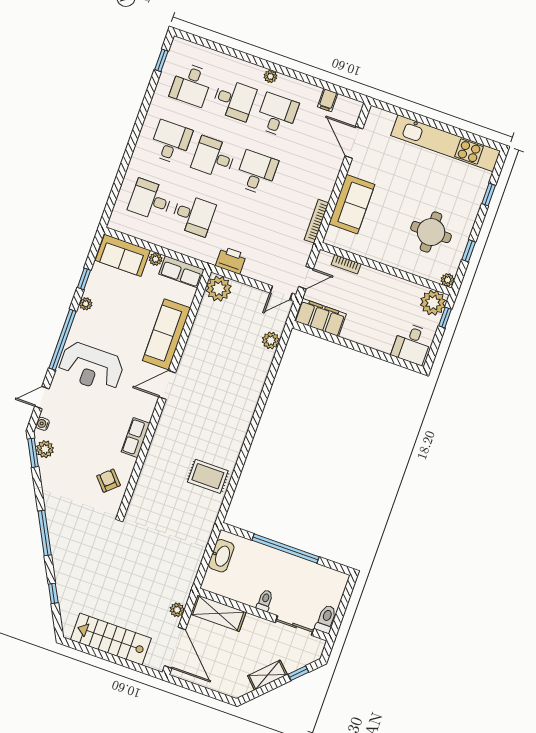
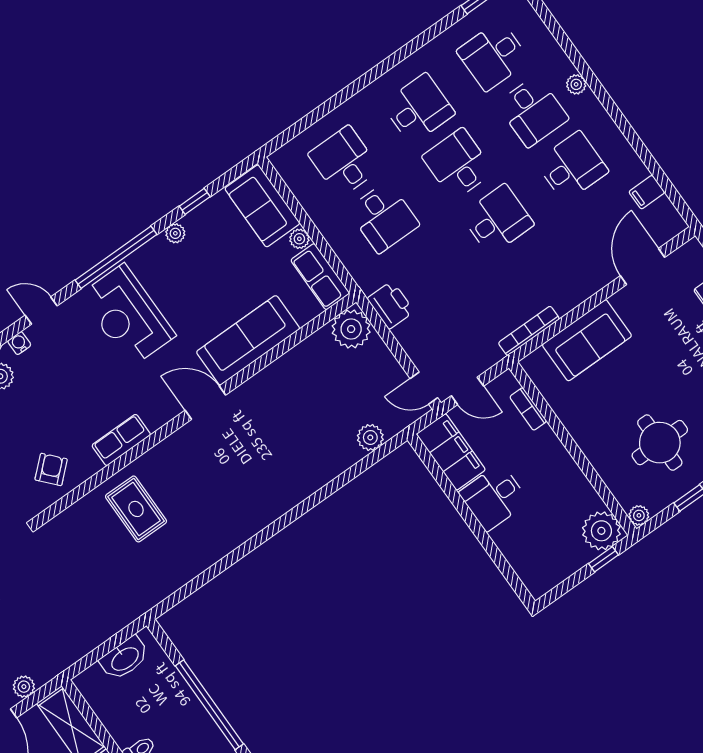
plant: (270, 76) -> (576, 84), moved
desk: (412, 344) -> (494, 497), moved
rug: (208, 476) -> (136, 509), moved

